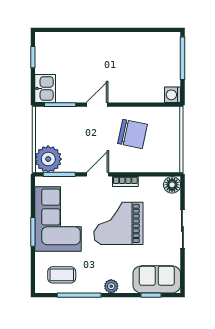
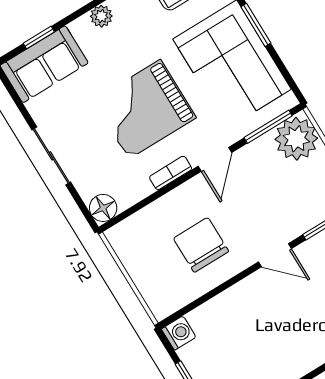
door: (97, 105) -> (275, 255), hinge flipped
chair: (132, 134) -> (201, 245), turned 78
grand piano: (118, 223) -> (145, 109), turned 180

